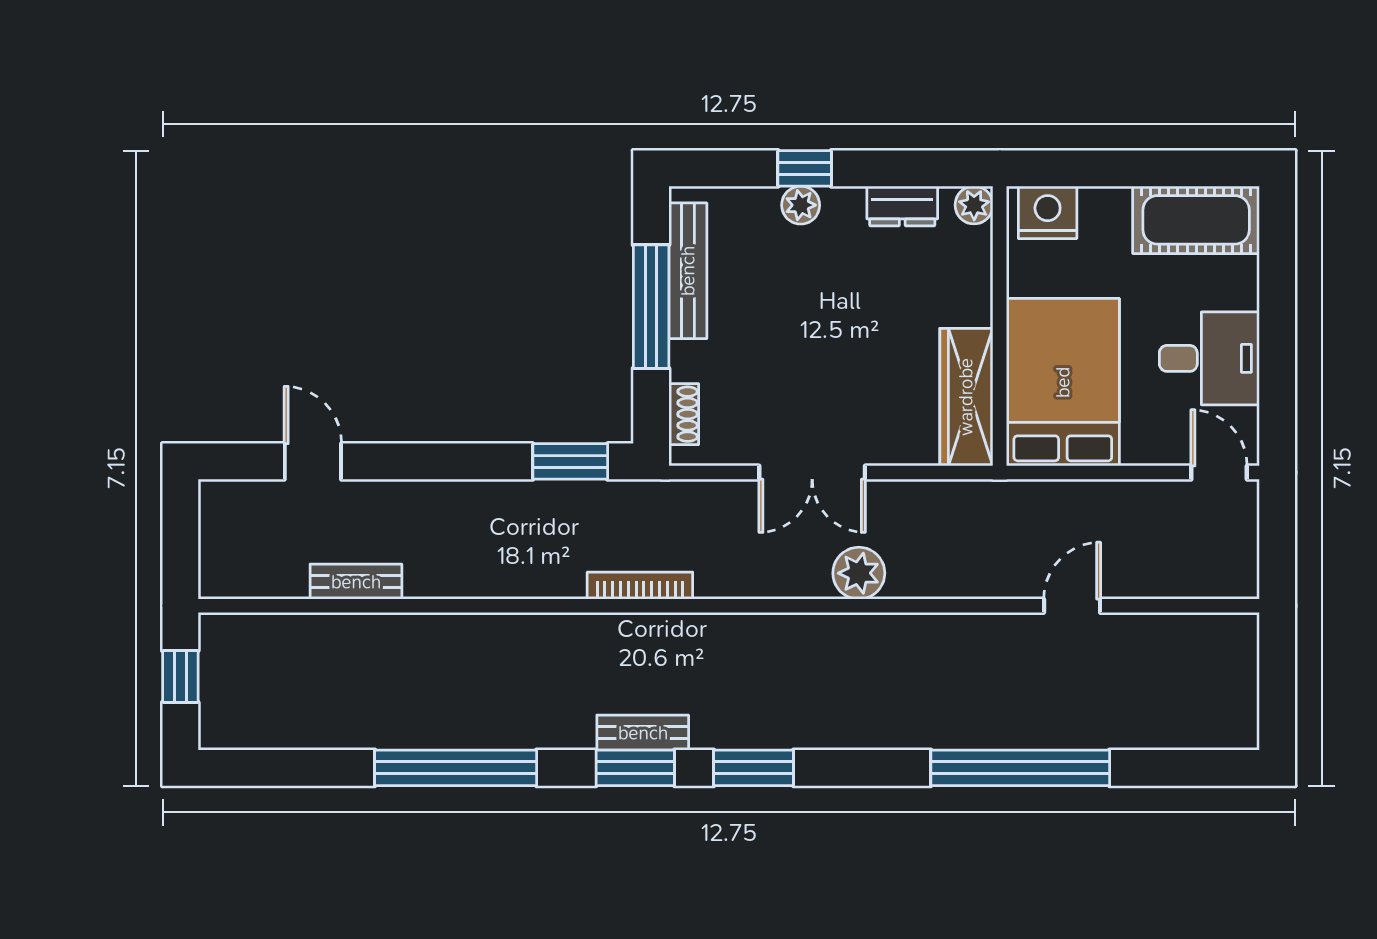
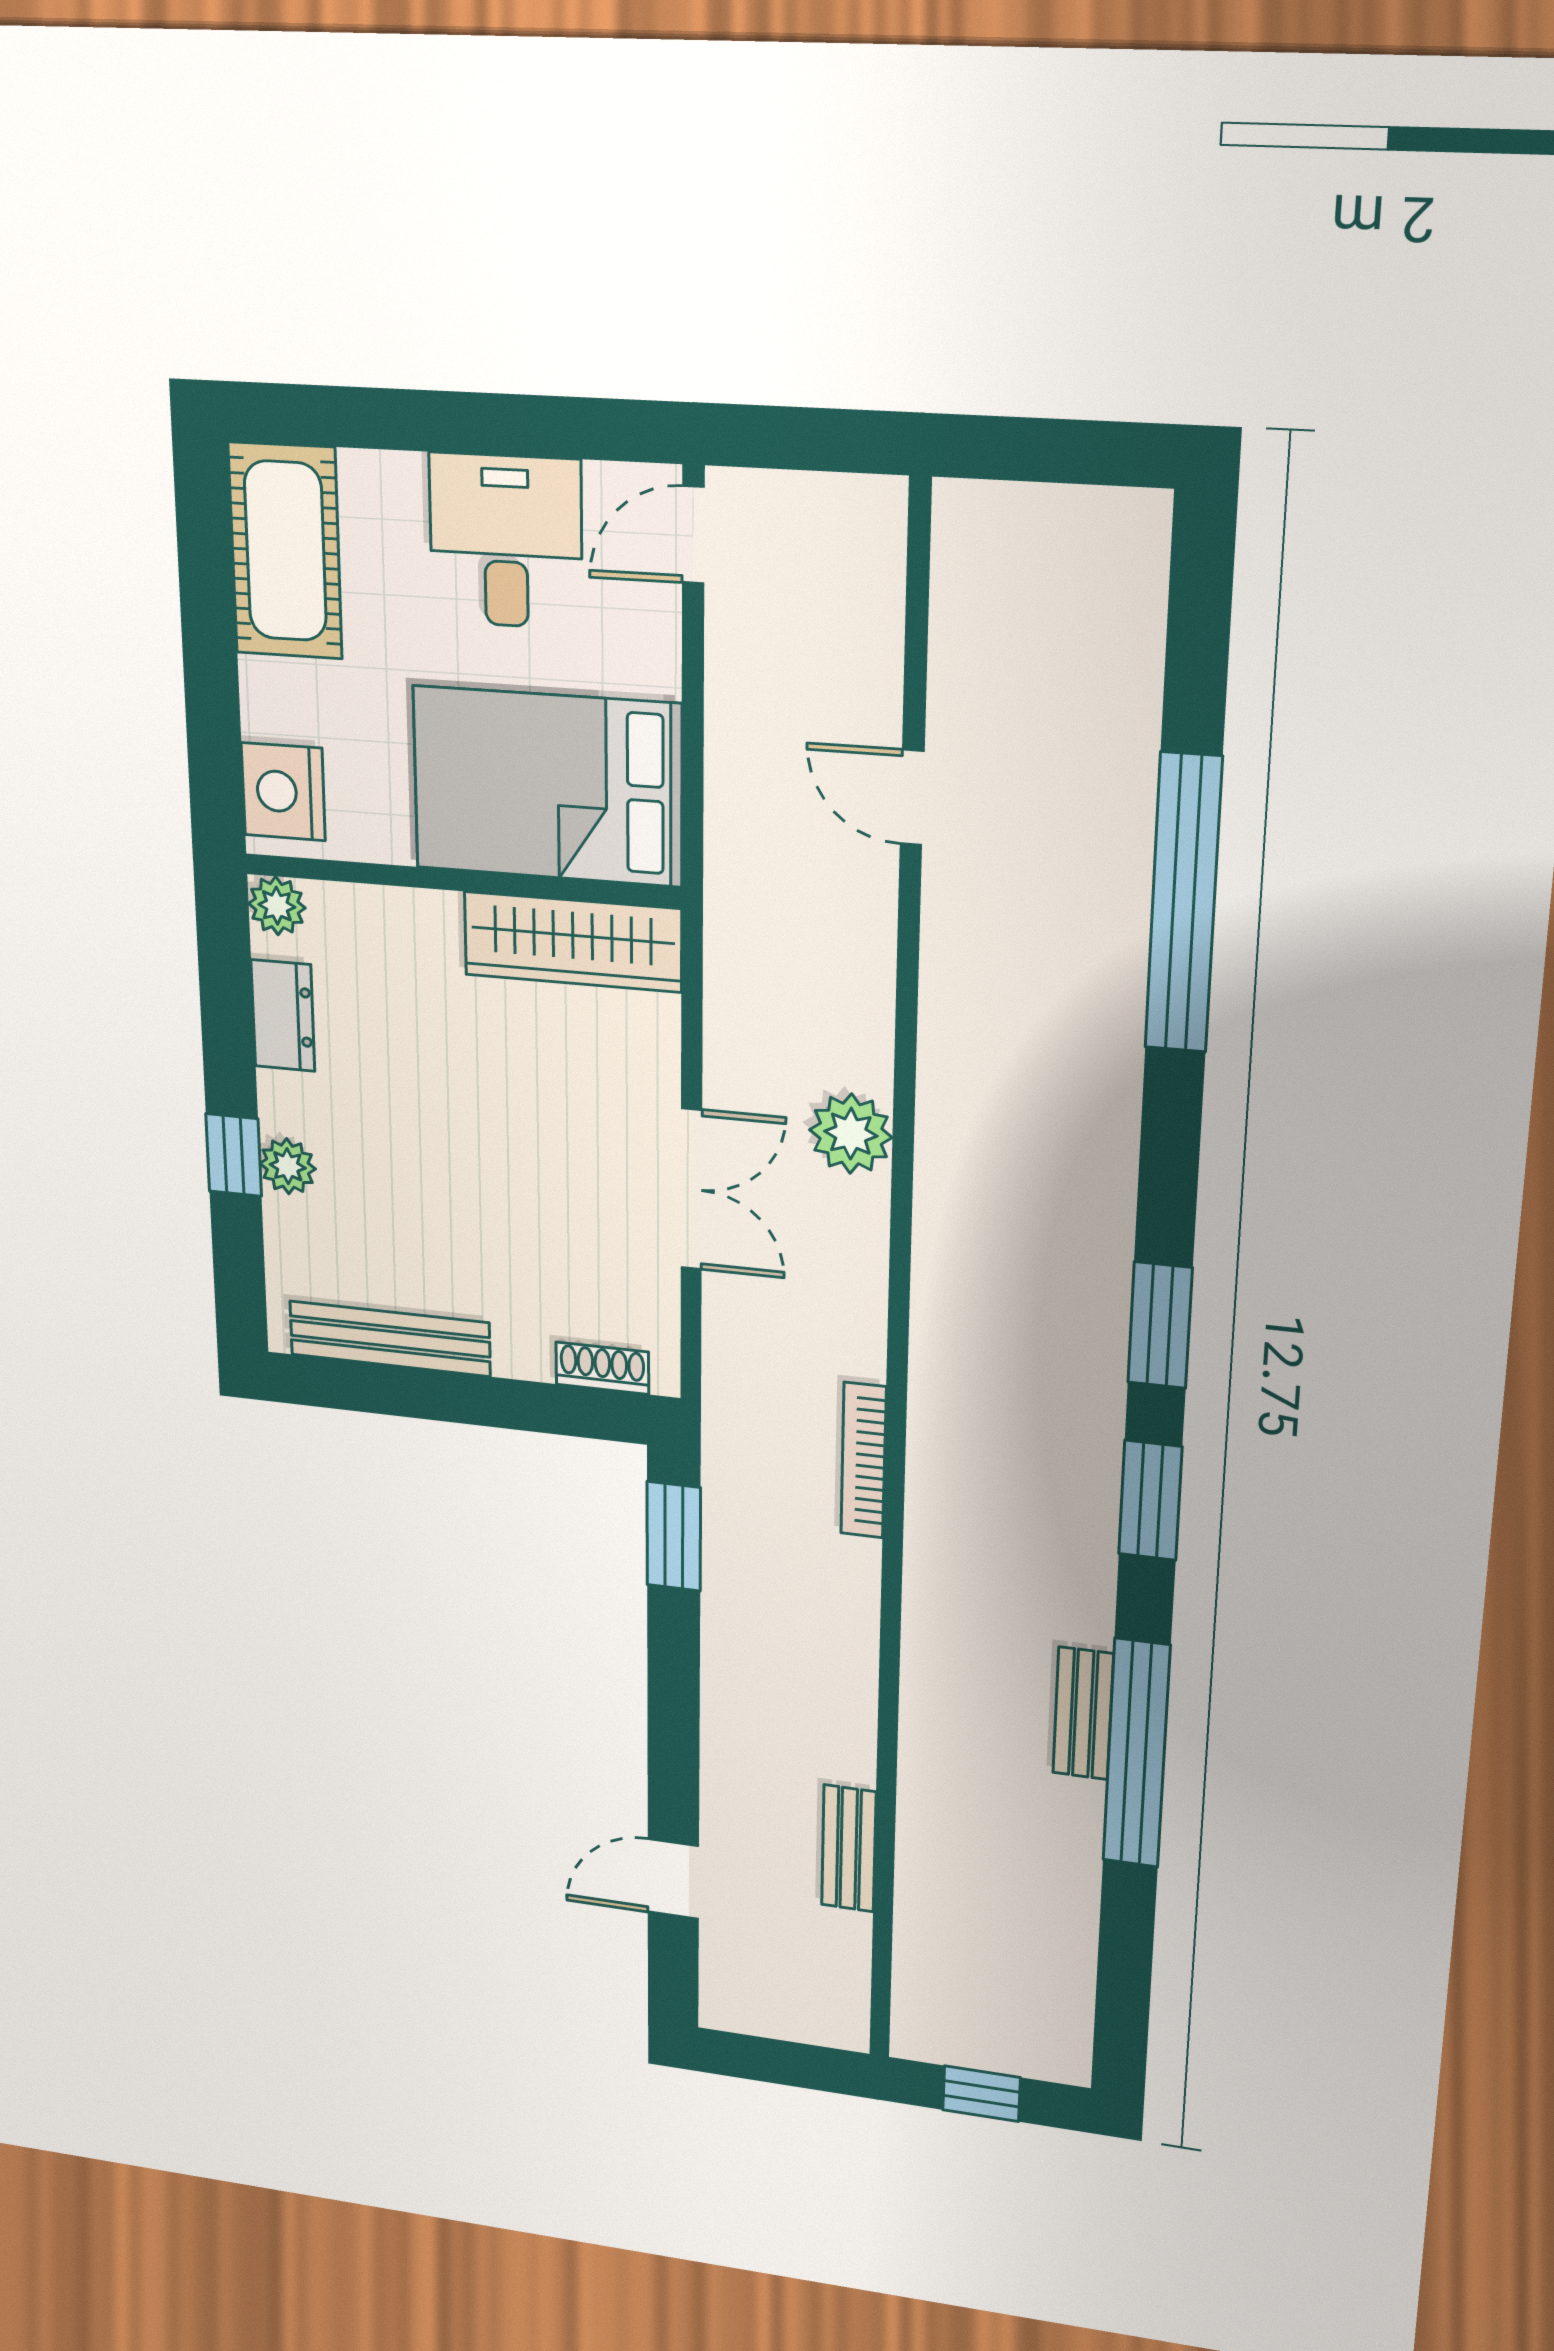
window: (651, 307) -> (444, 1396), removed
bench: (643, 733) -> (1083, 1713), moved

